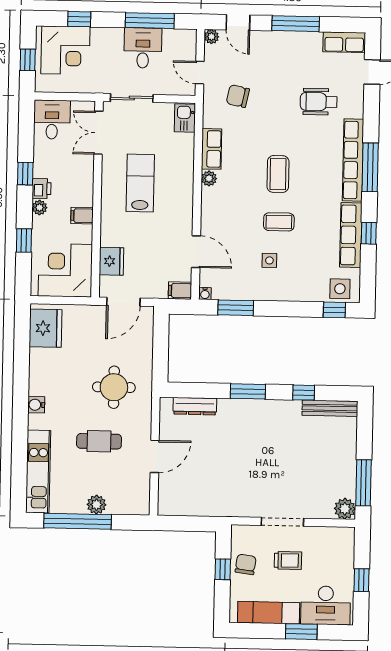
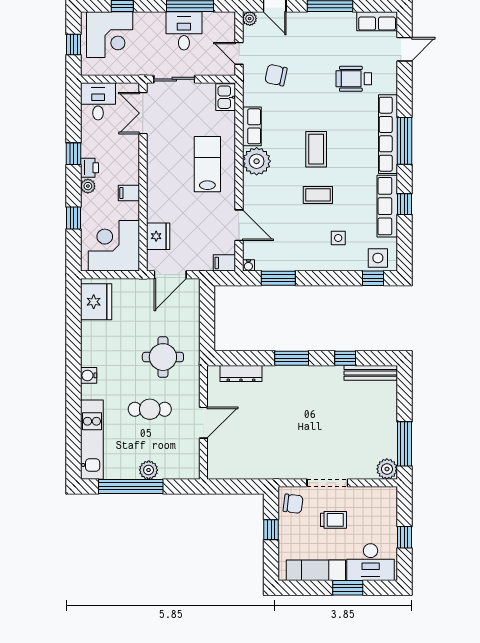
plant: (209, 178) -> (257, 161), width x1.87, depth x1.87
lab bench: (140, 183) -> (207, 164), moved
side table: (269, 260) -> (338, 238), moved
chair: (246, 564) -> (293, 504), moved, turned 89

